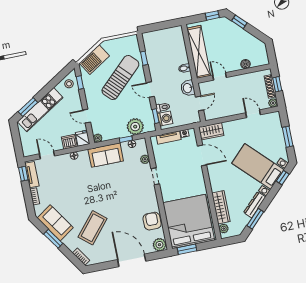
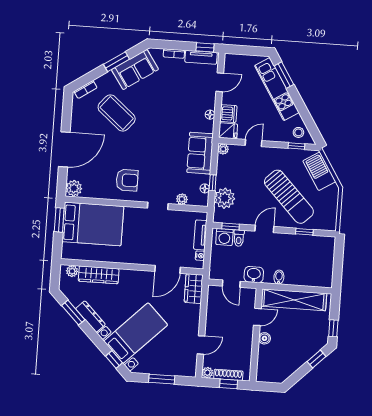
boiler: (245, 64) -> (264, 338), moved
armchair: (152, 221) -> (127, 180), moved
bed: (189, 221) -> (93, 224), width x0.73

